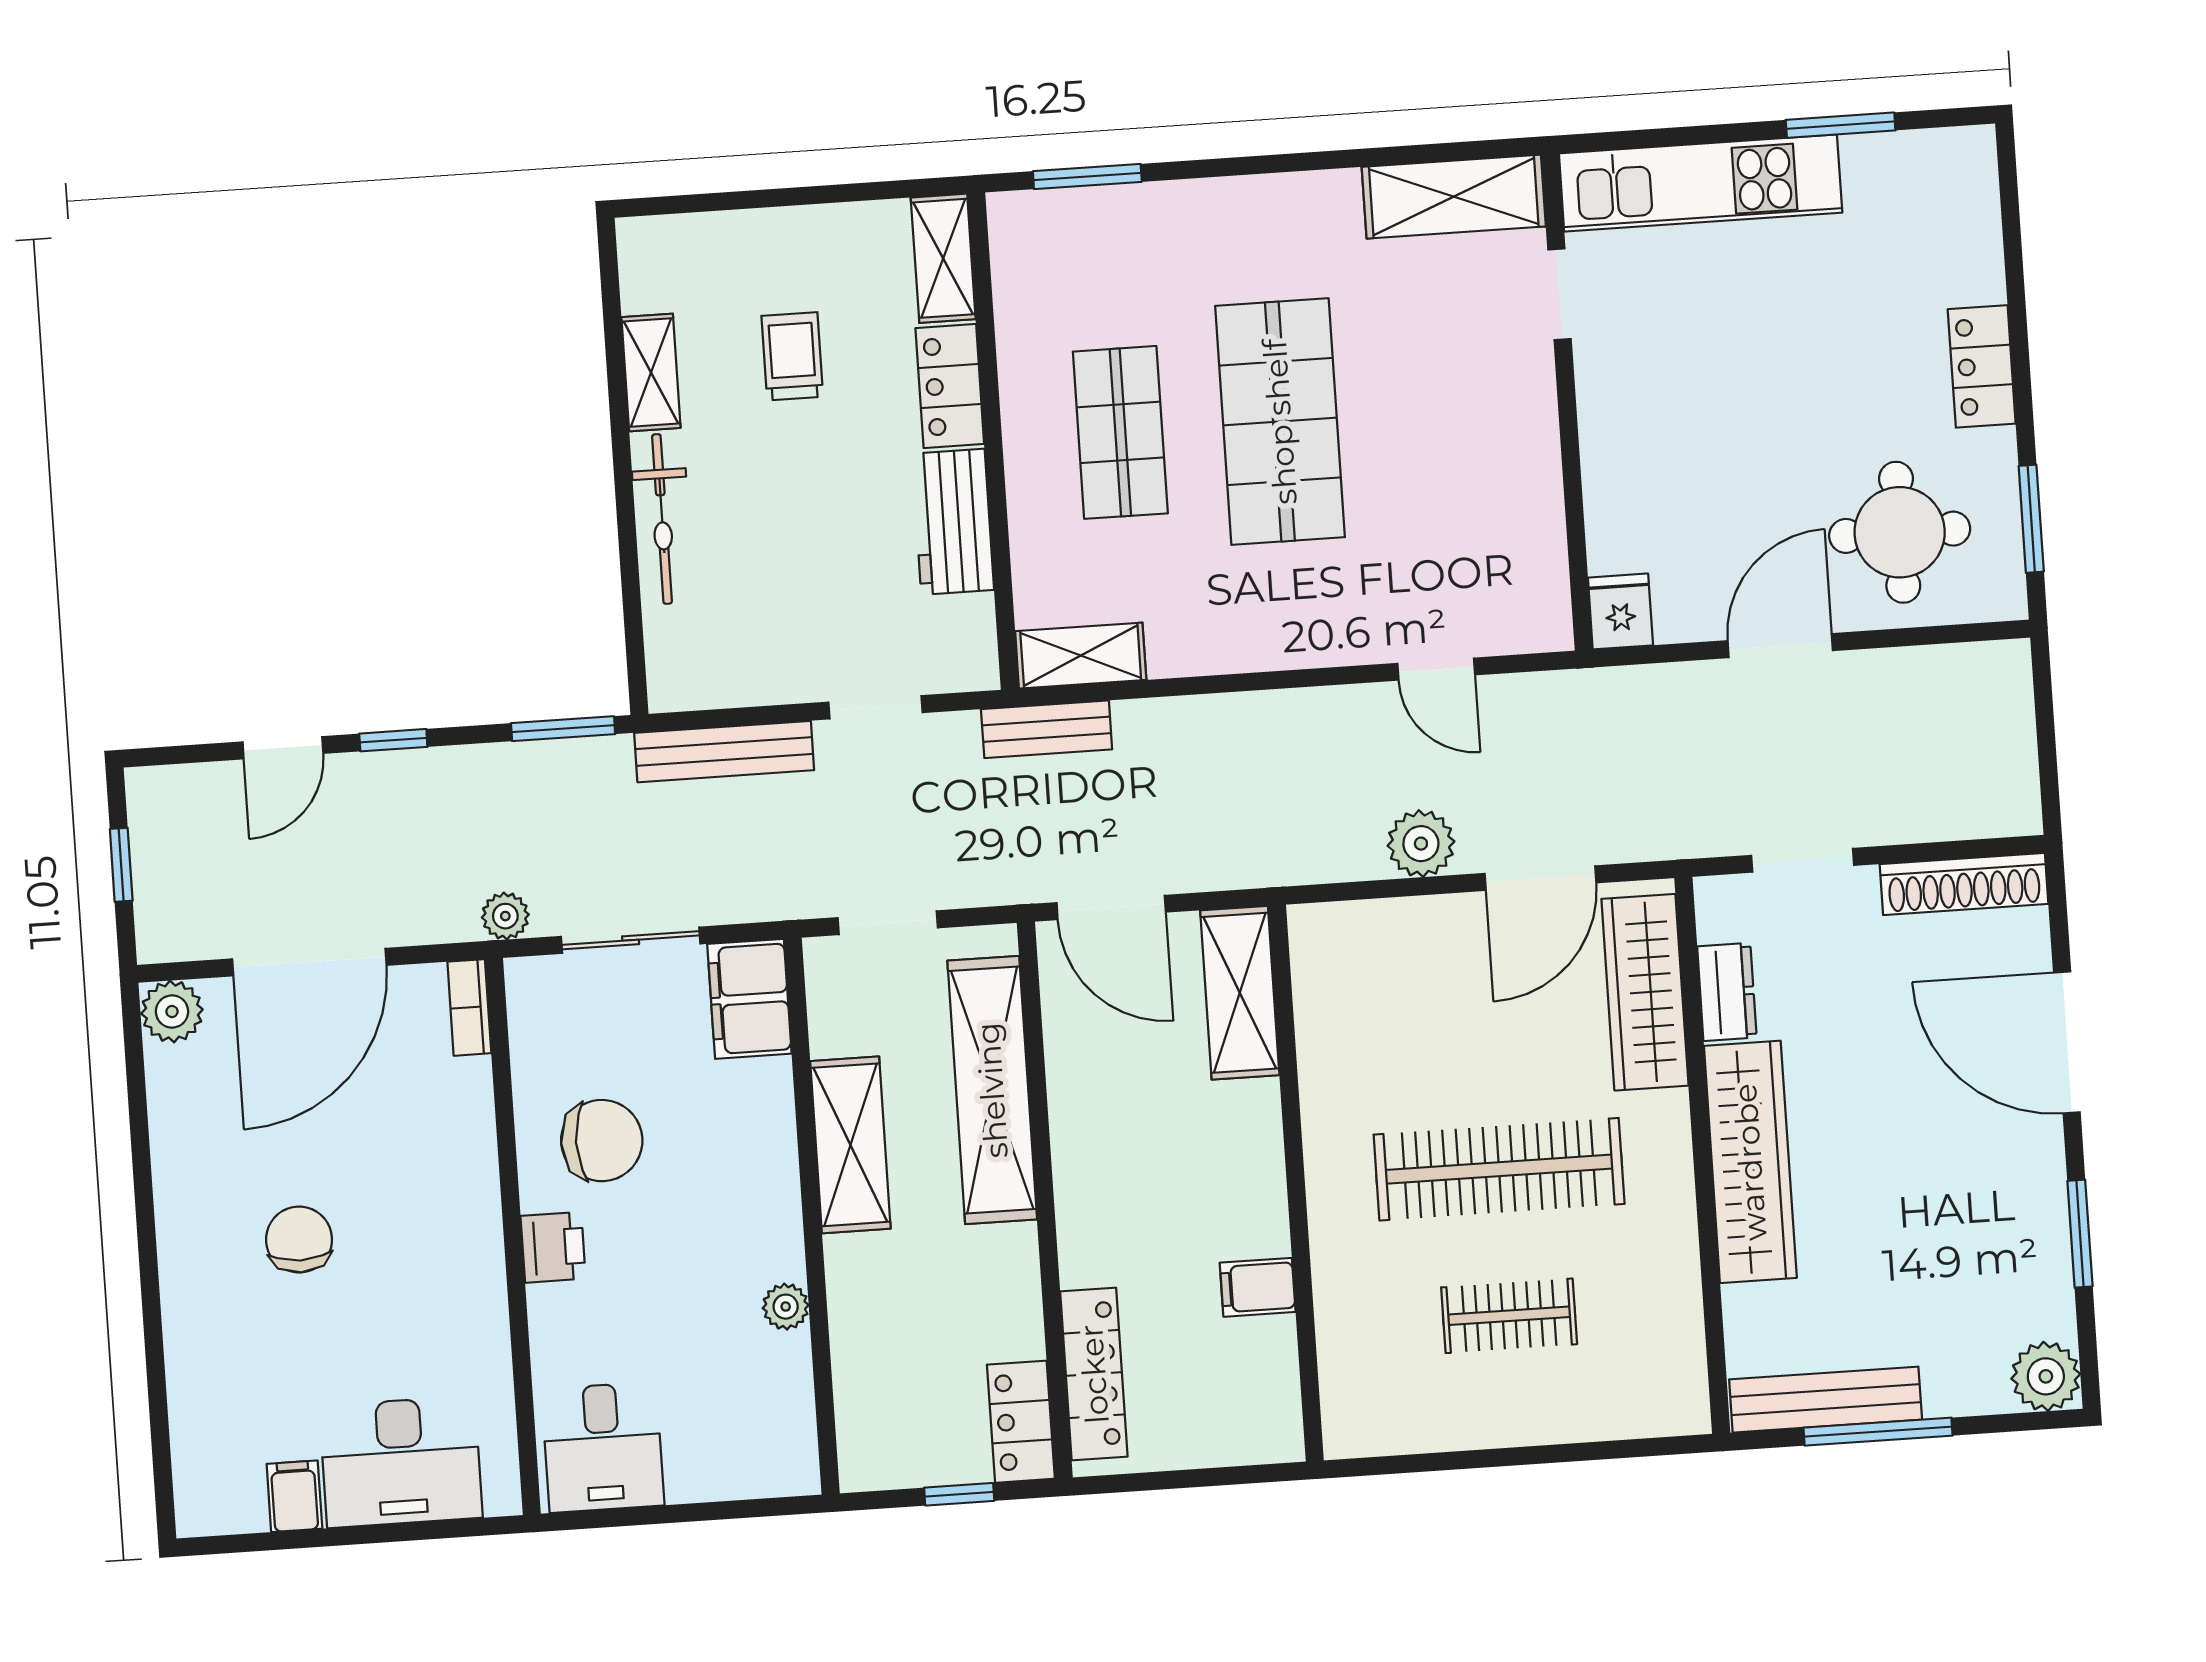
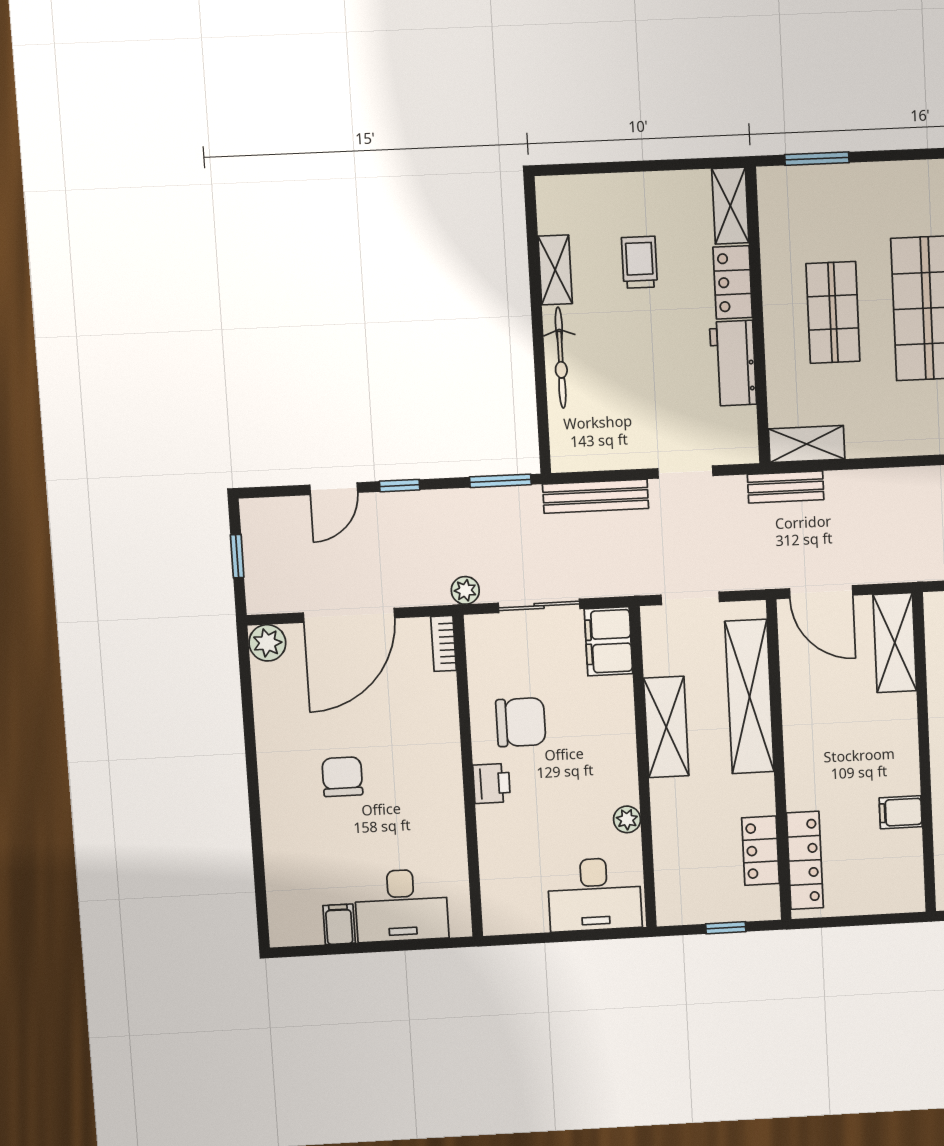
locker: (1021, 1422) -> (760, 851), moved
desk: (603, 1447) -> (595, 894), moved, width x1.37

